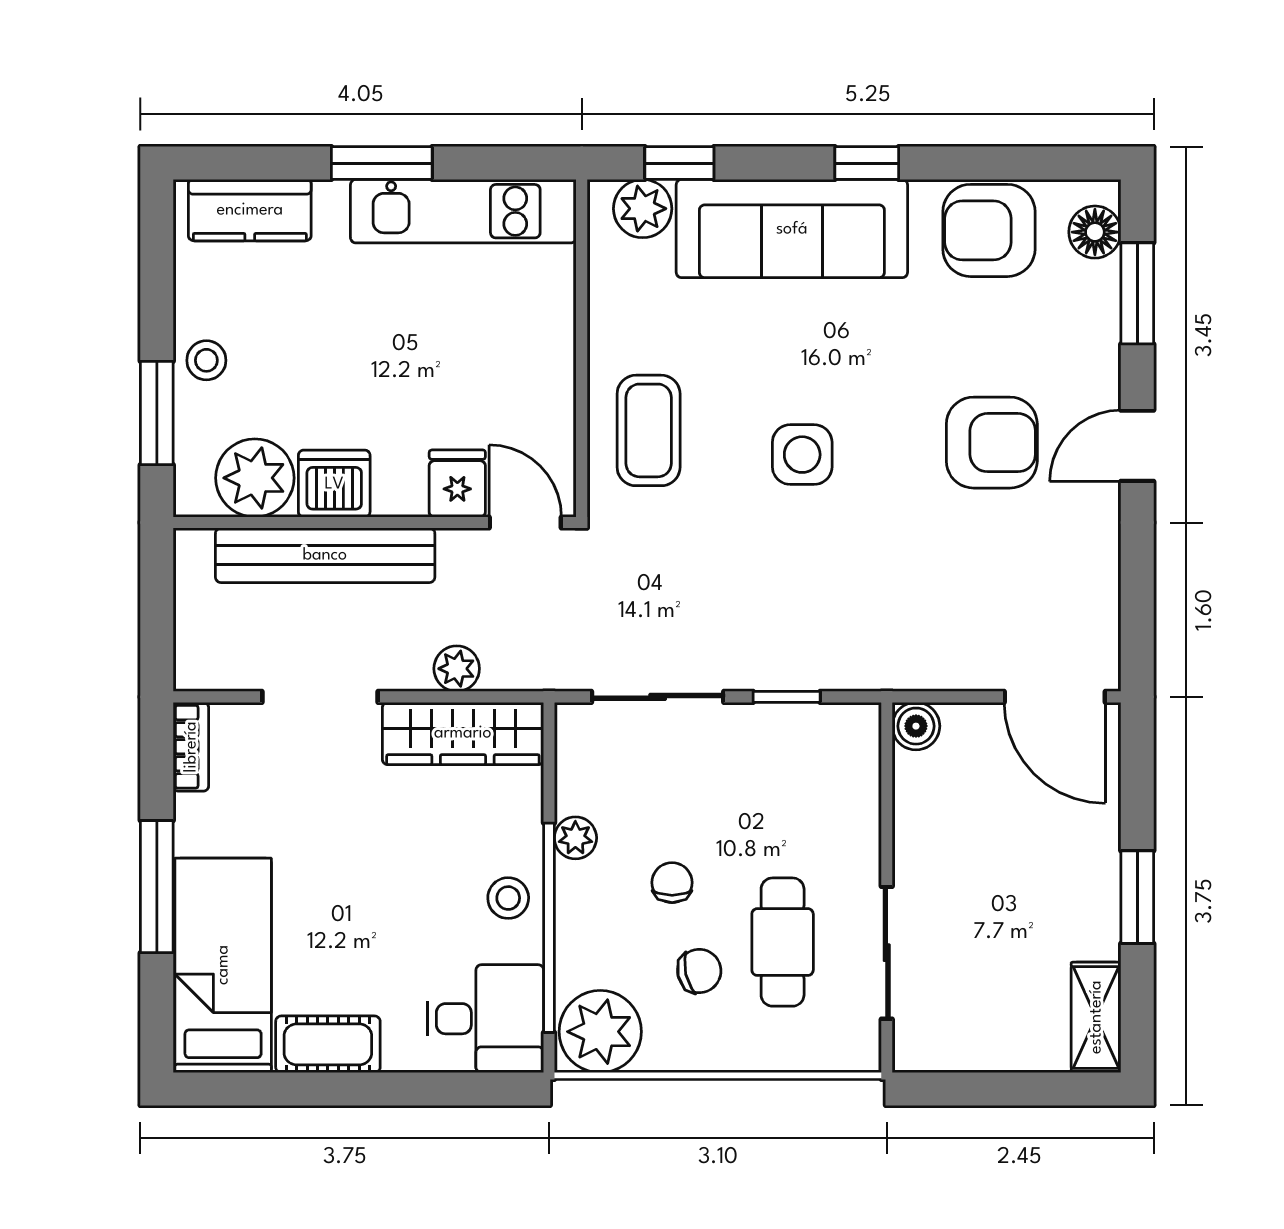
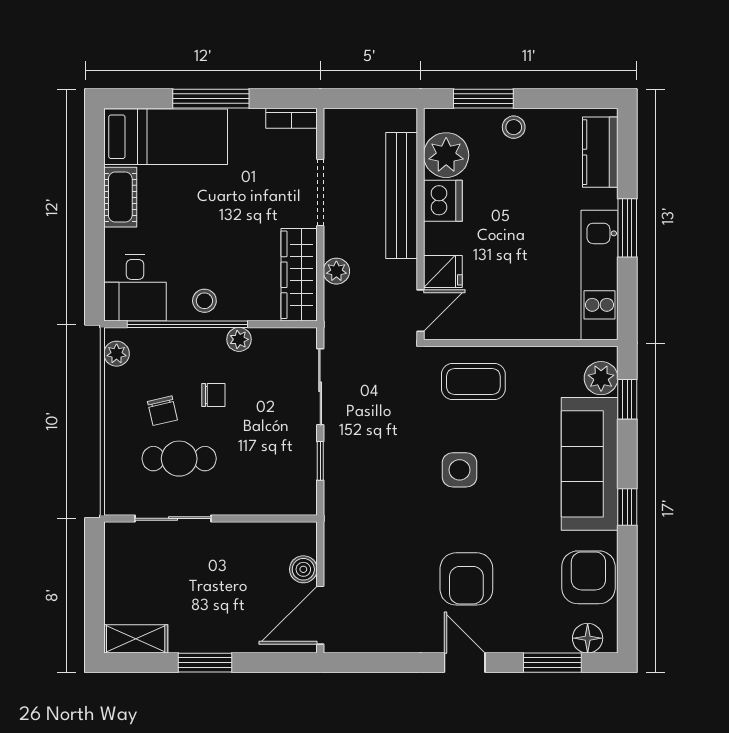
boiler: (916, 726) -> (303, 569), moved
plant: (600, 1032) -> (117, 354), width x0.53, depth x0.53

